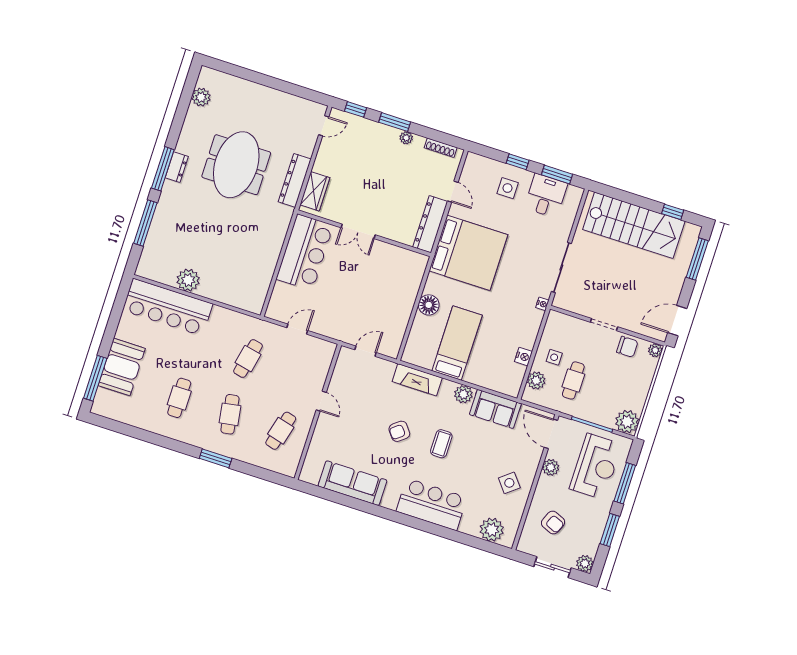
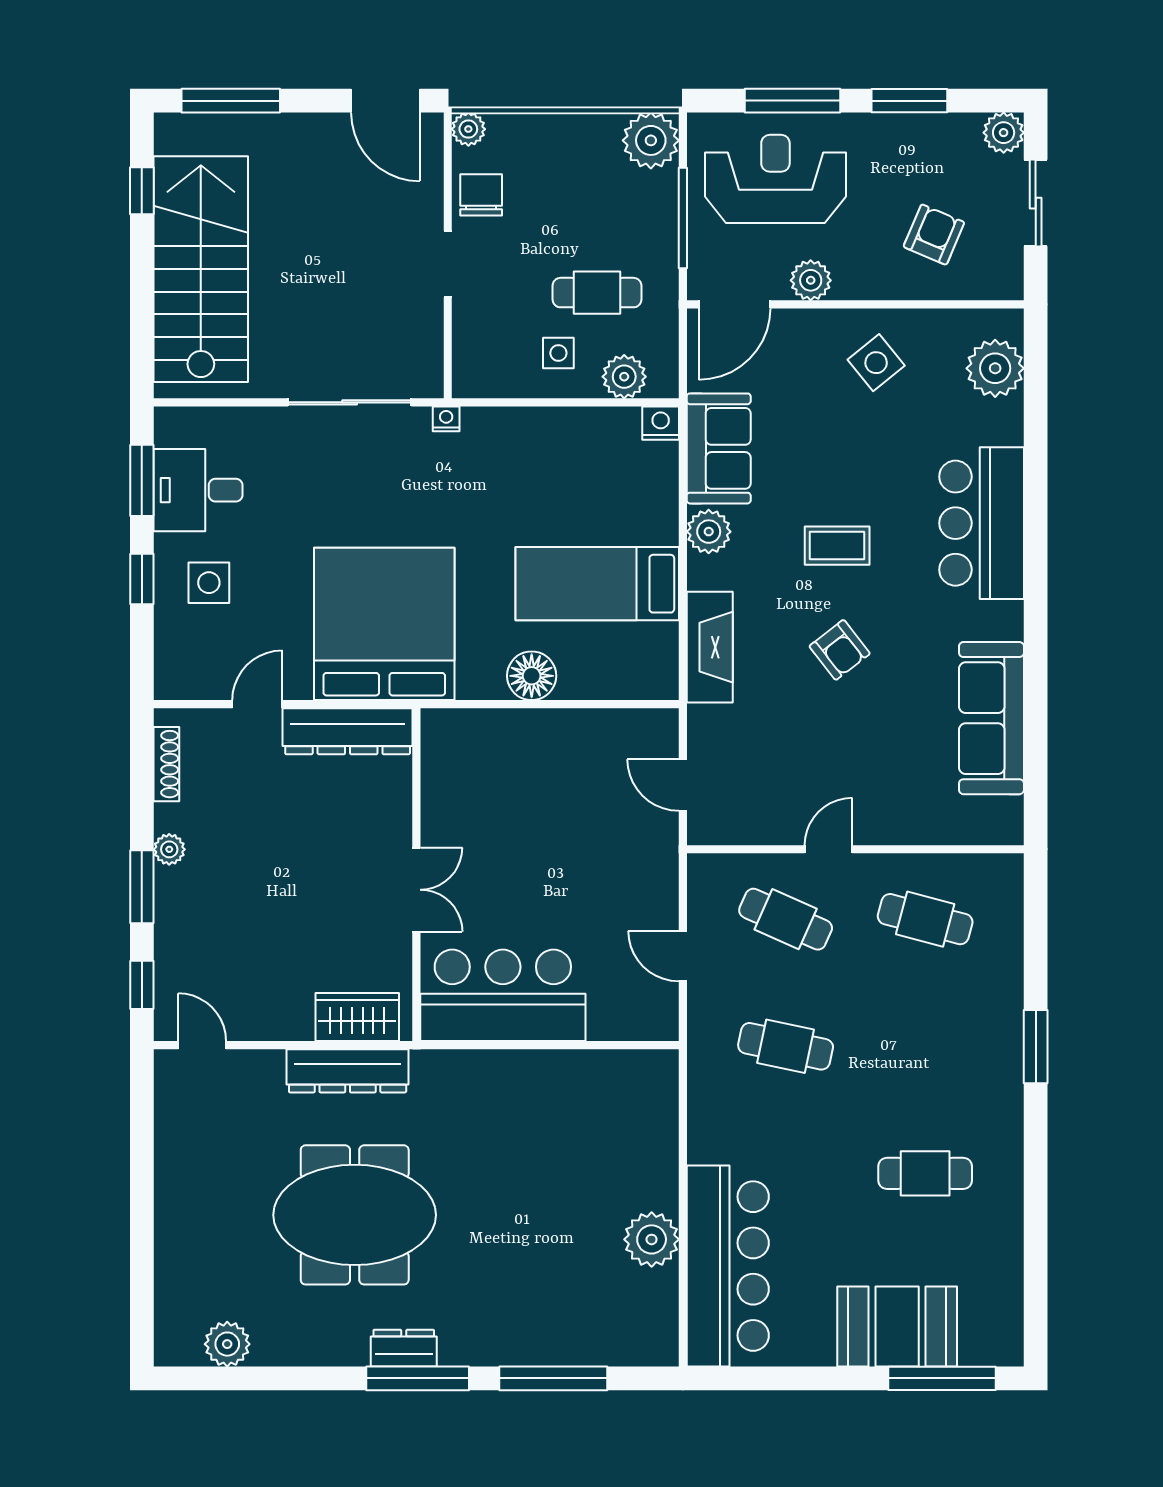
nightstand: (523, 357) -> (661, 423), moved
cafe table: (230, 414) -> (786, 919), moved, turned 33

